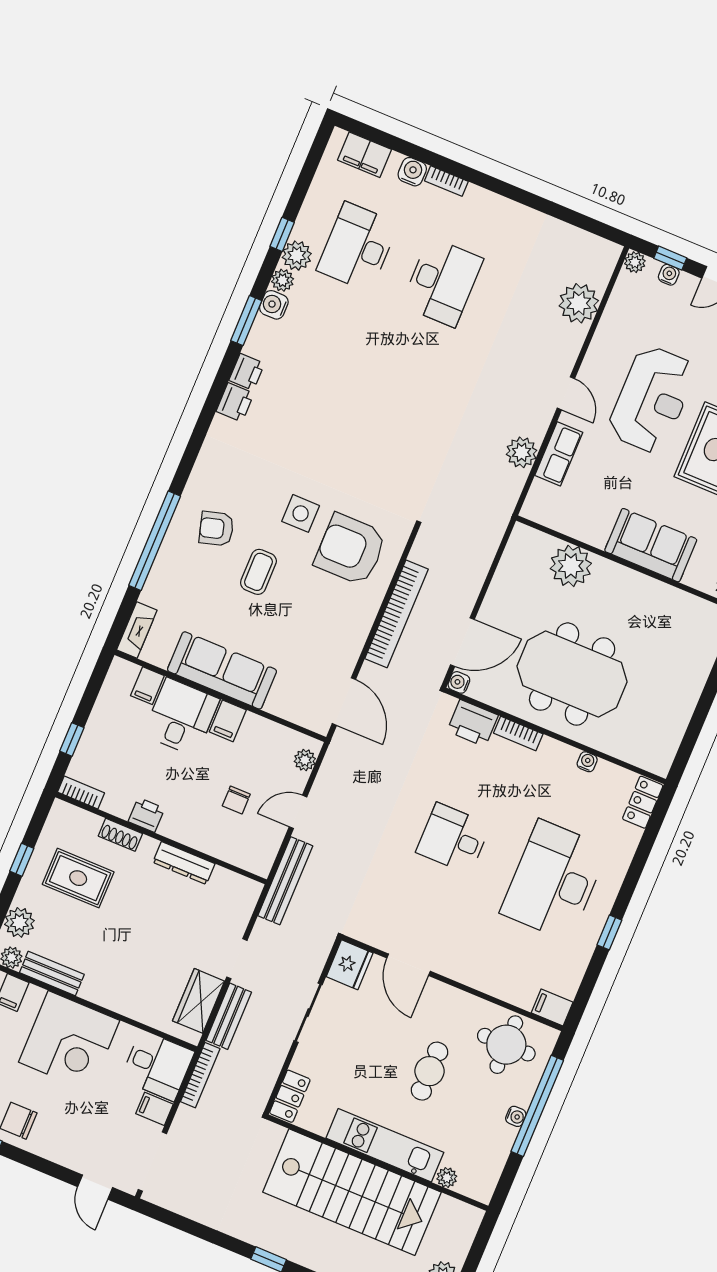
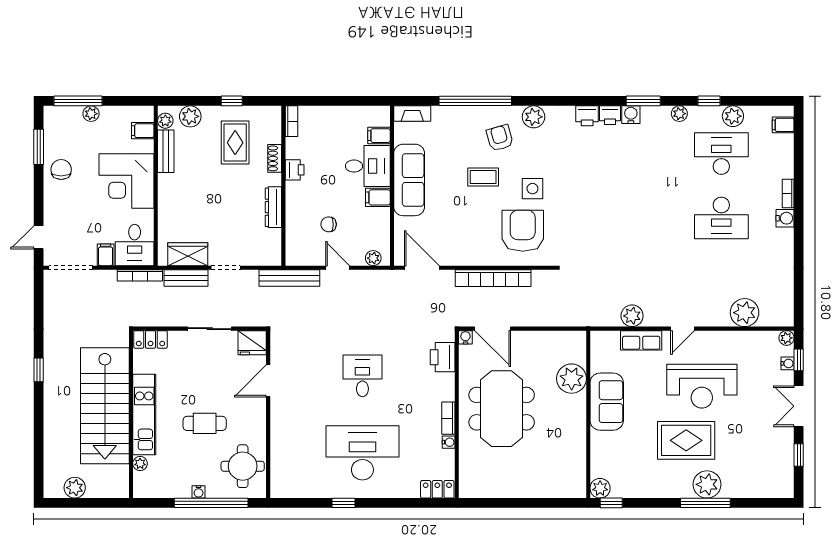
filing cabinet: (364, 155) -> (783, 125), width x0.50
water cooler: (412, 172) -> (785, 218), moved
plant: (297, 256) -> (733, 116), moved
water cooler: (274, 305) -> (631, 115), moved
plant: (207, 473) -> (534, 117), added
sofa: (651, 545) -> (607, 402), moved
door: (344, 702) -> (422, 268), swing flipped
bookcase: (518, 733) -> (448, 418), moved
window: (72, 739) -> (324, 101), removed
filing cabinet: (552, 1007) -> (279, 486), removed

